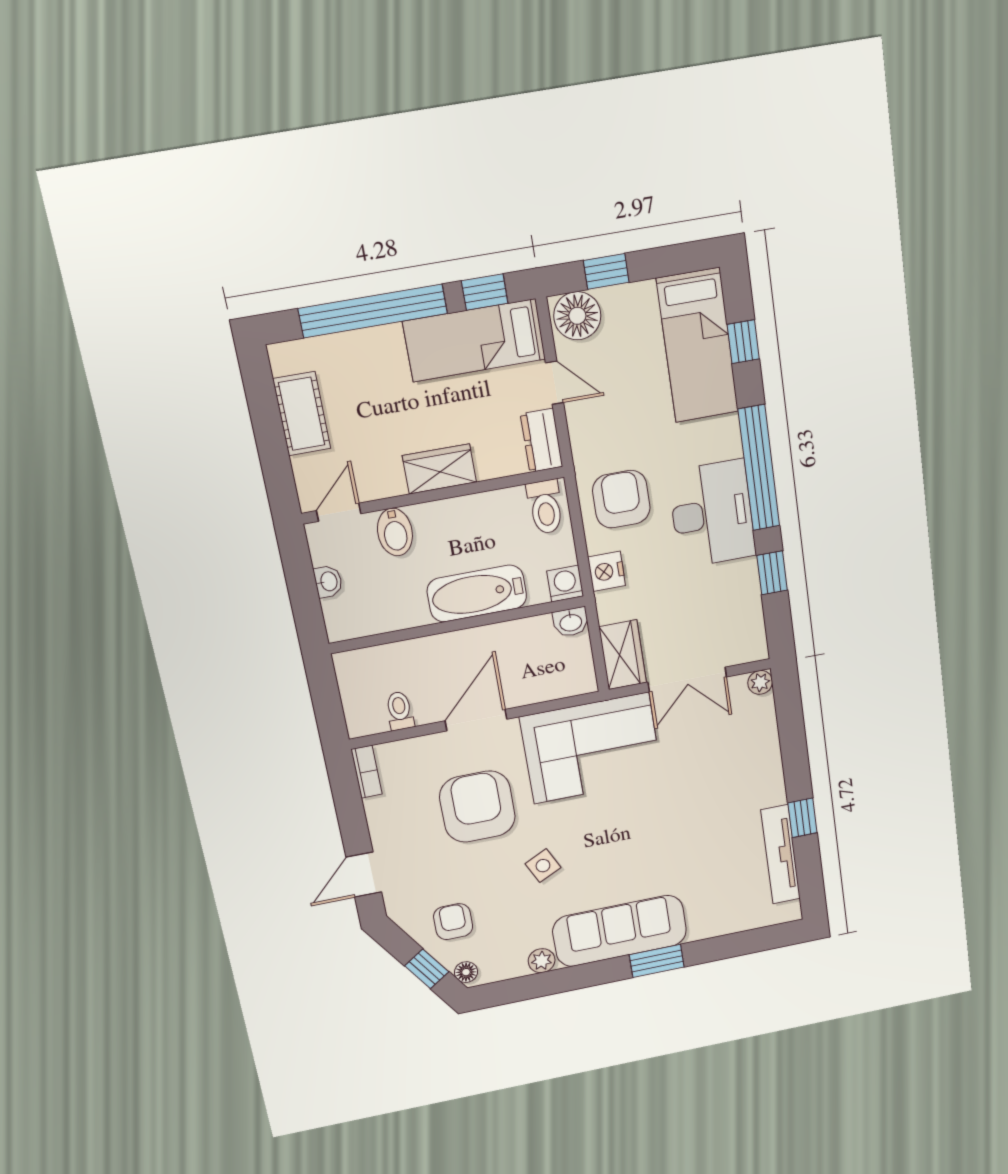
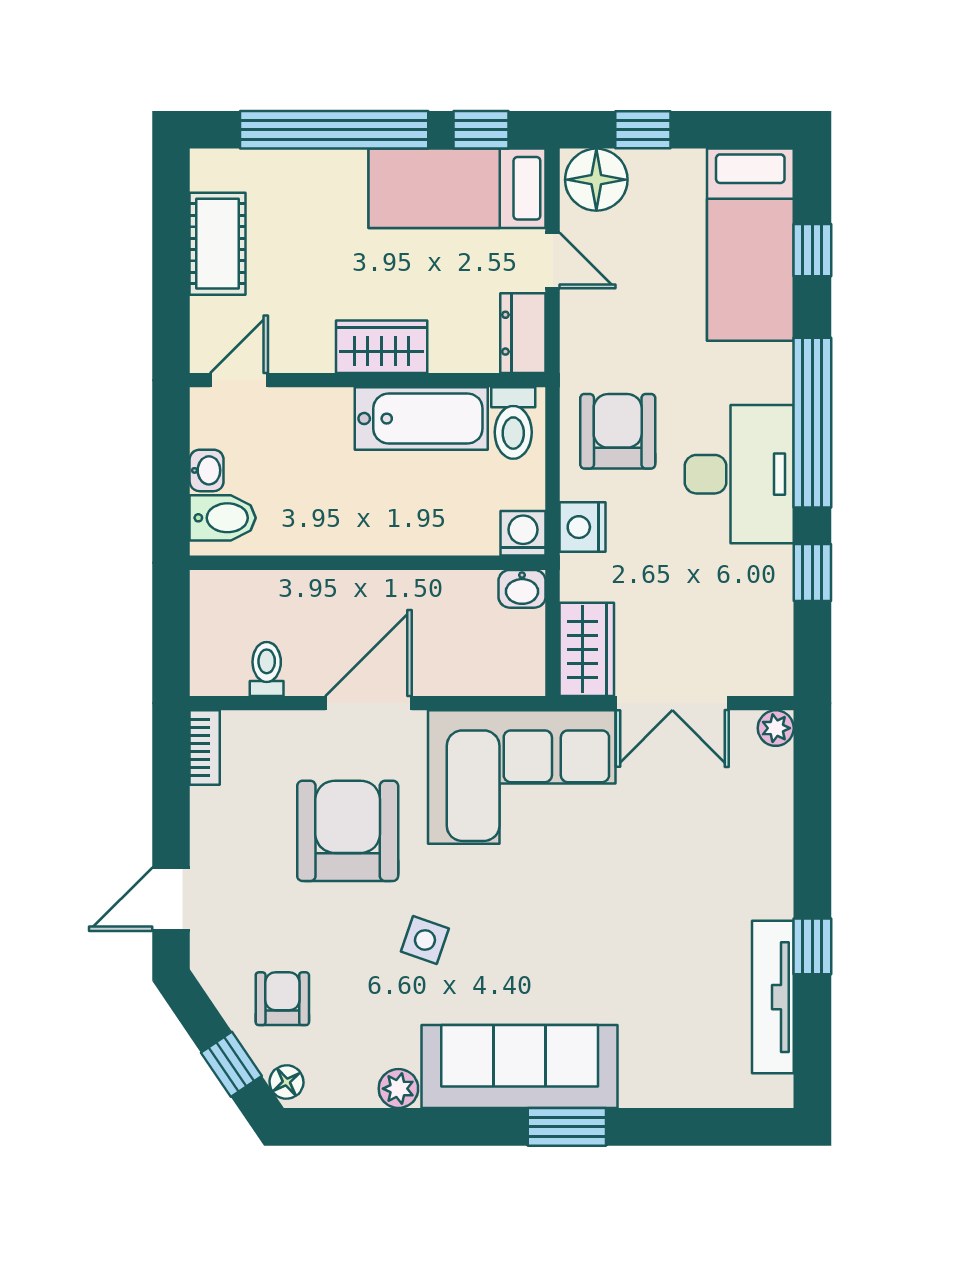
bidet: (395, 532) -> (223, 518), moved, turned -90
bathtub: (477, 594) -> (421, 419), moved, turned 180
side table: (543, 866) -> (425, 940), turned 45

